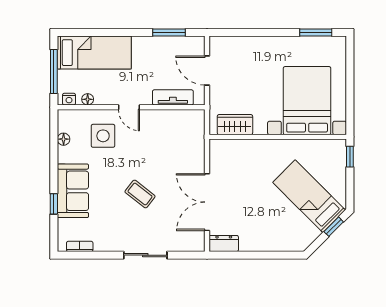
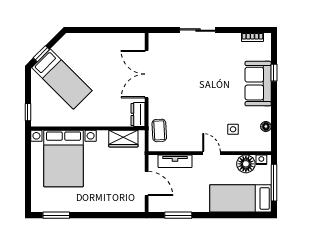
floor lamp: (88, 99) -> (246, 164), width x1.89, depth x1.89
side table: (103, 136) -> (233, 129), width x0.54, depth x0.54
coffee table: (140, 194) -> (159, 130), moved, turned 49
double door: (207, 202) -> (147, 74), swing flipped
dresser: (224, 243) -> (138, 114), moved, turned 90

